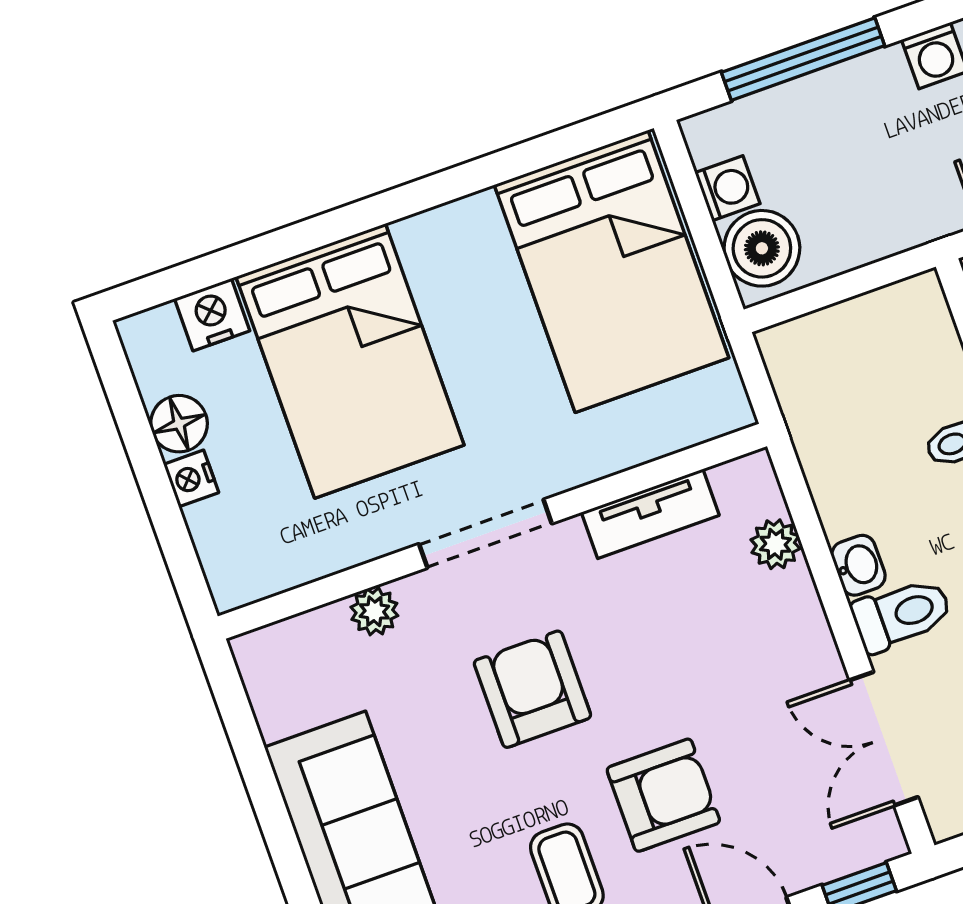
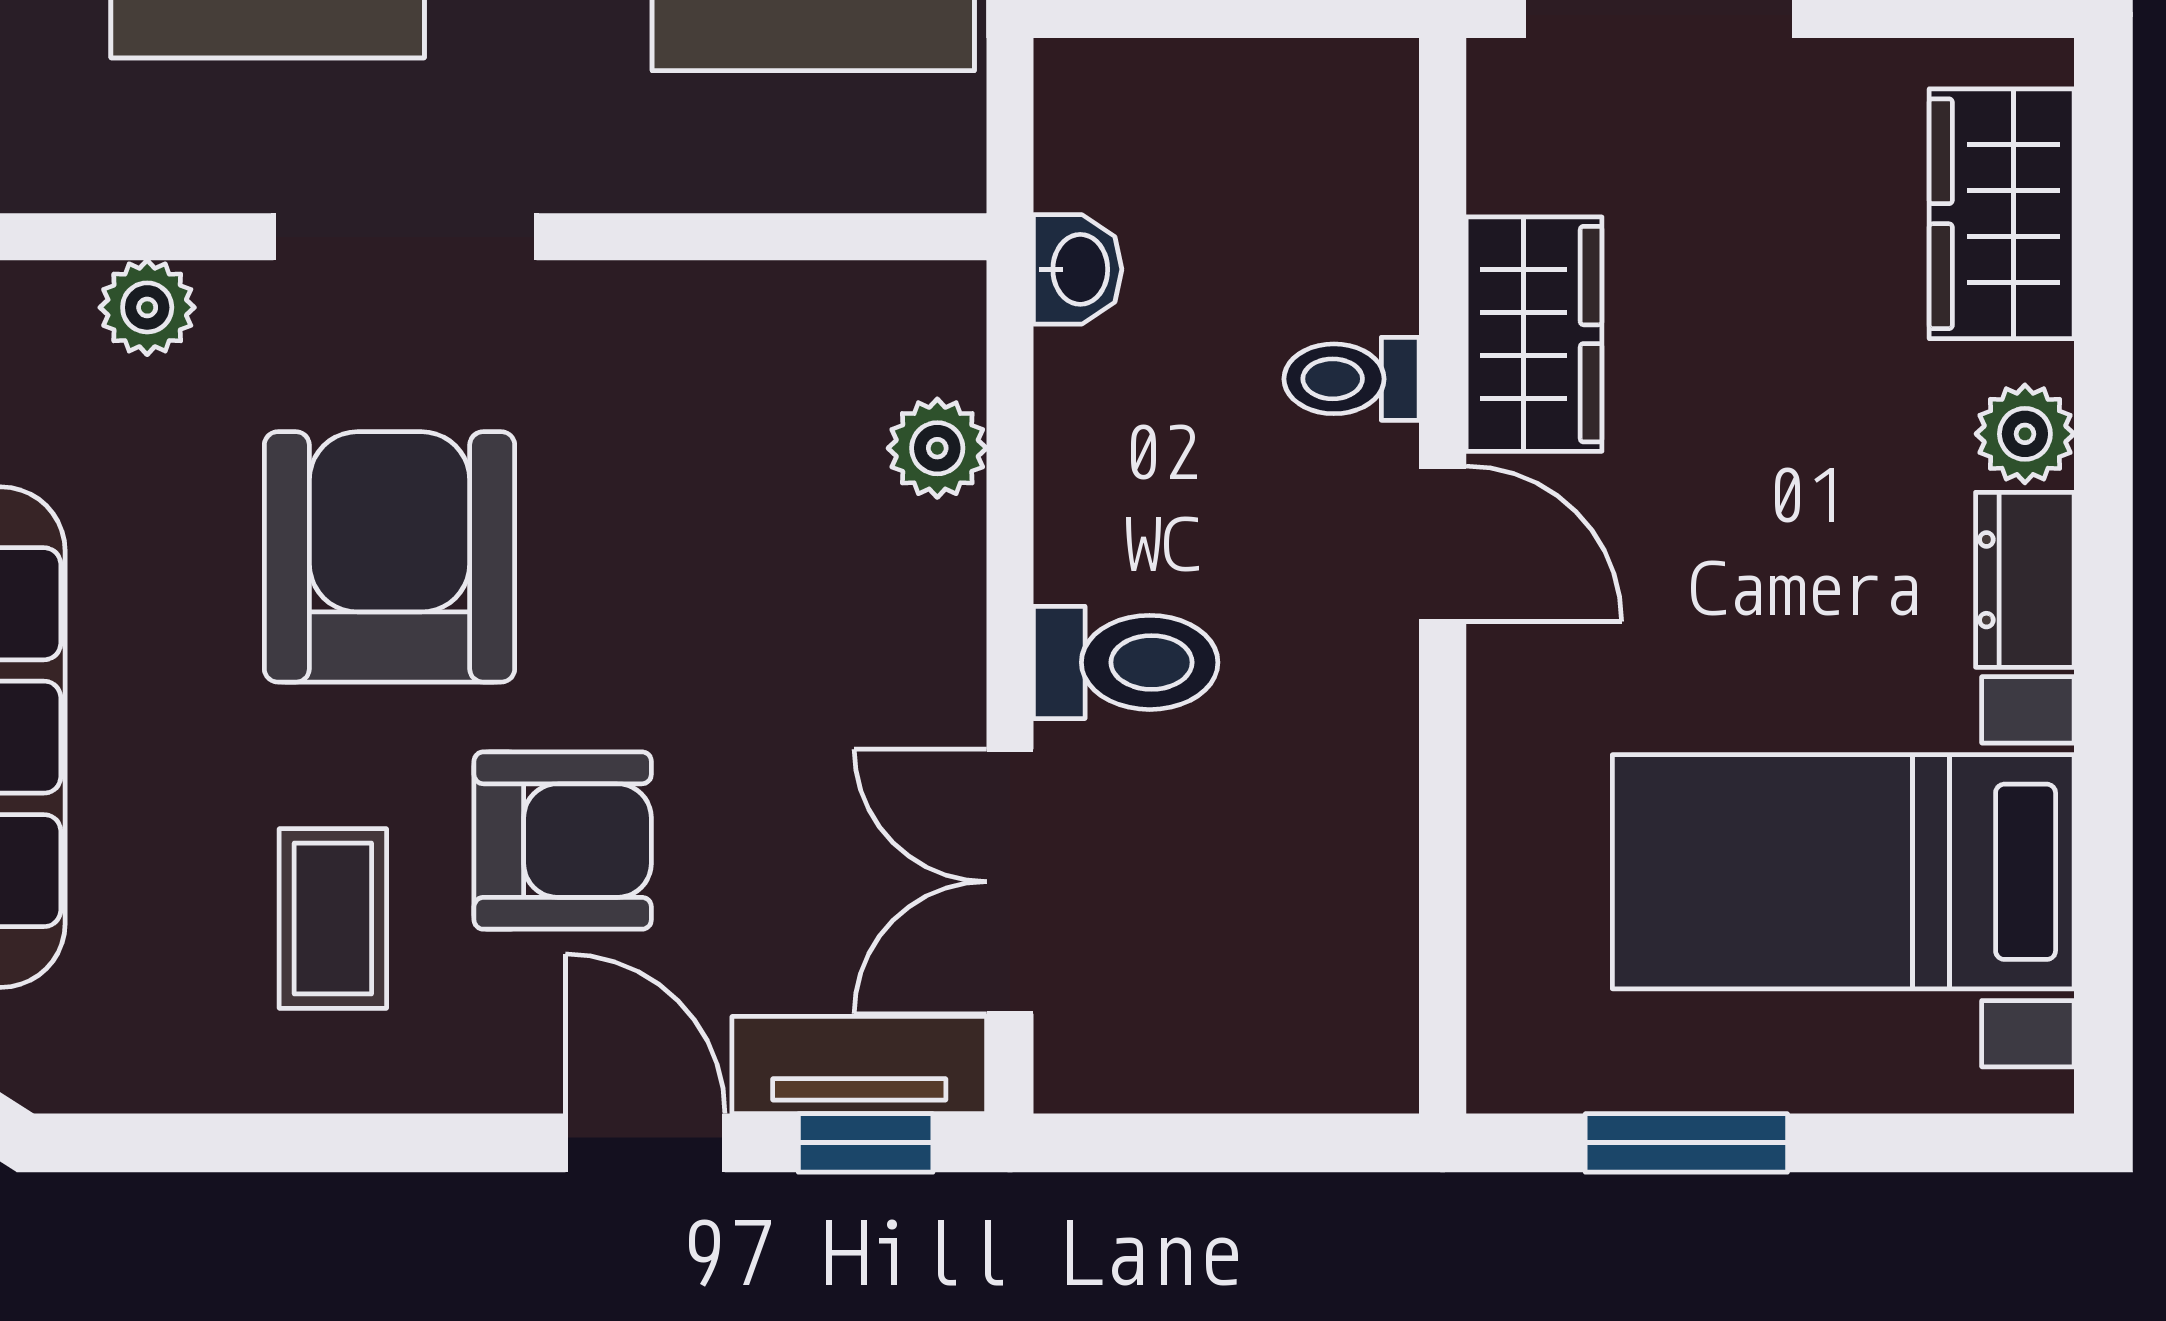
tv unit: (650, 514) -> (859, 1065), moved, turned 180
washbasin: (858, 565) -> (1078, 269), moved
armchair: (532, 689) -> (390, 557), width x1.36, depth x1.36

